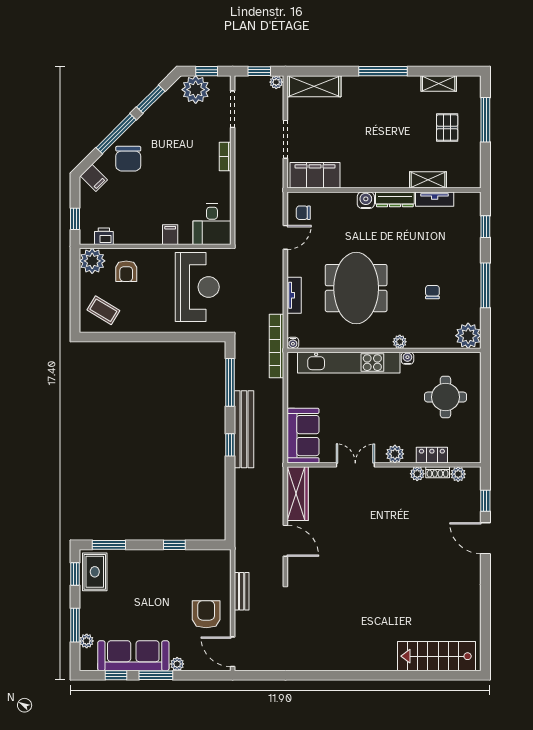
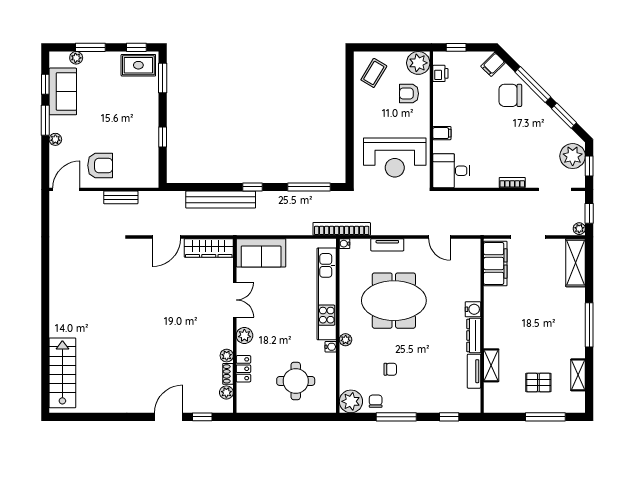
chair: (303, 213) -> (376, 401), moved
bench: (244, 429) -> (221, 200), moved
sofa: (133, 656) -> (63, 91), width x0.73

